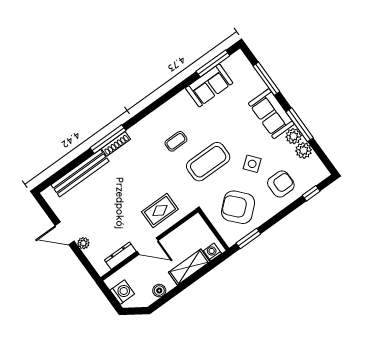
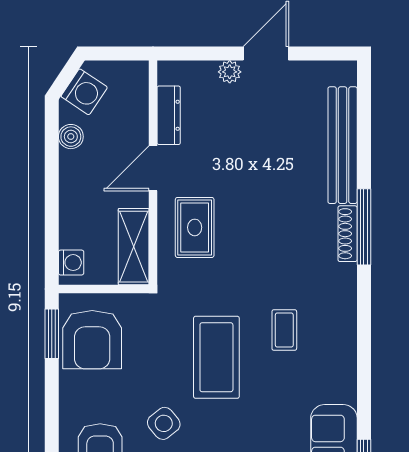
armchair: (238, 207) -> (92, 340), moved, turned 132
shelving: (189, 267) -> (134, 247), moved
washing machine: (122, 292) -> (84, 92), moved, turned -56

